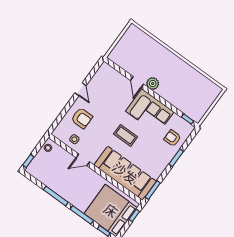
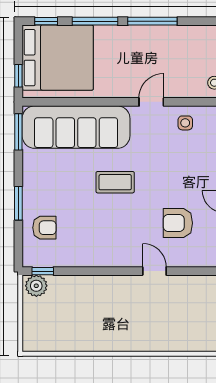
plant: (153, 84) -> (36, 286), moved
corner sofa: (150, 112) -> (105, 242), removed
armchair: (82, 118) -> (178, 223), moved

